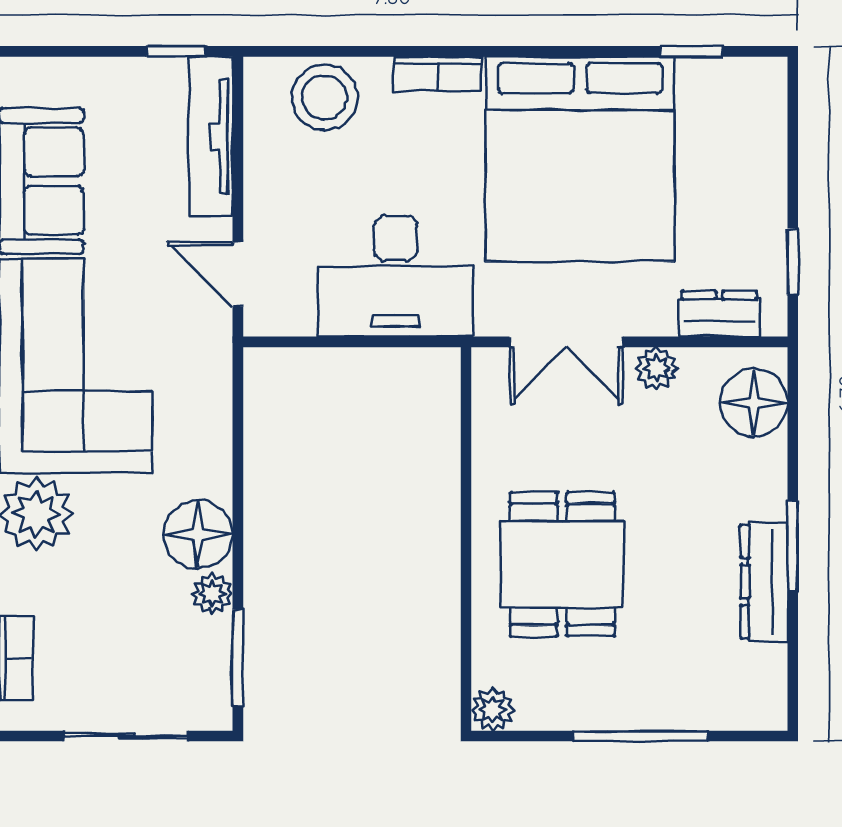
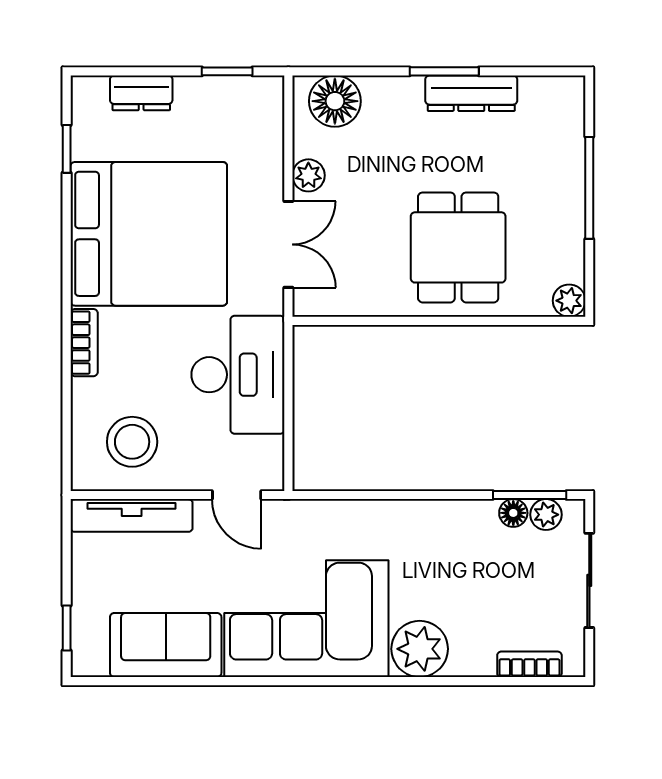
window: (176, 51) -> (67, 628), moved
stool: (325, 97) -> (132, 442), moved
door: (238, 274) -> (237, 495), hinge flipped
dresser: (719, 314) -> (141, 93), moved, turned -90
floor lamp: (198, 535) -> (513, 513), moved, width x0.53, depth x0.53
dining table: (562, 564) -> (458, 247), turned 90
plant: (212, 594) -> (546, 515), moved

